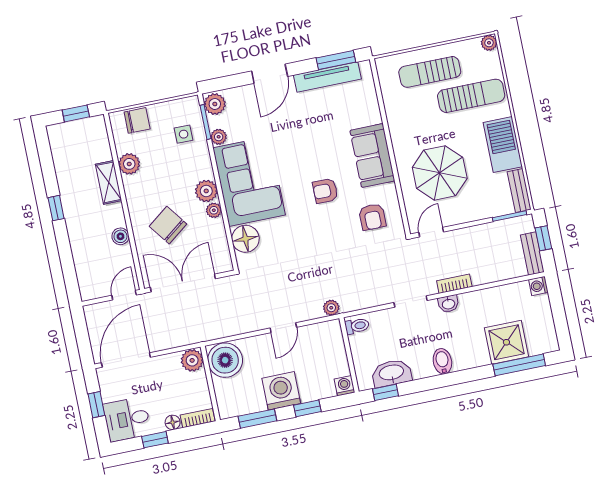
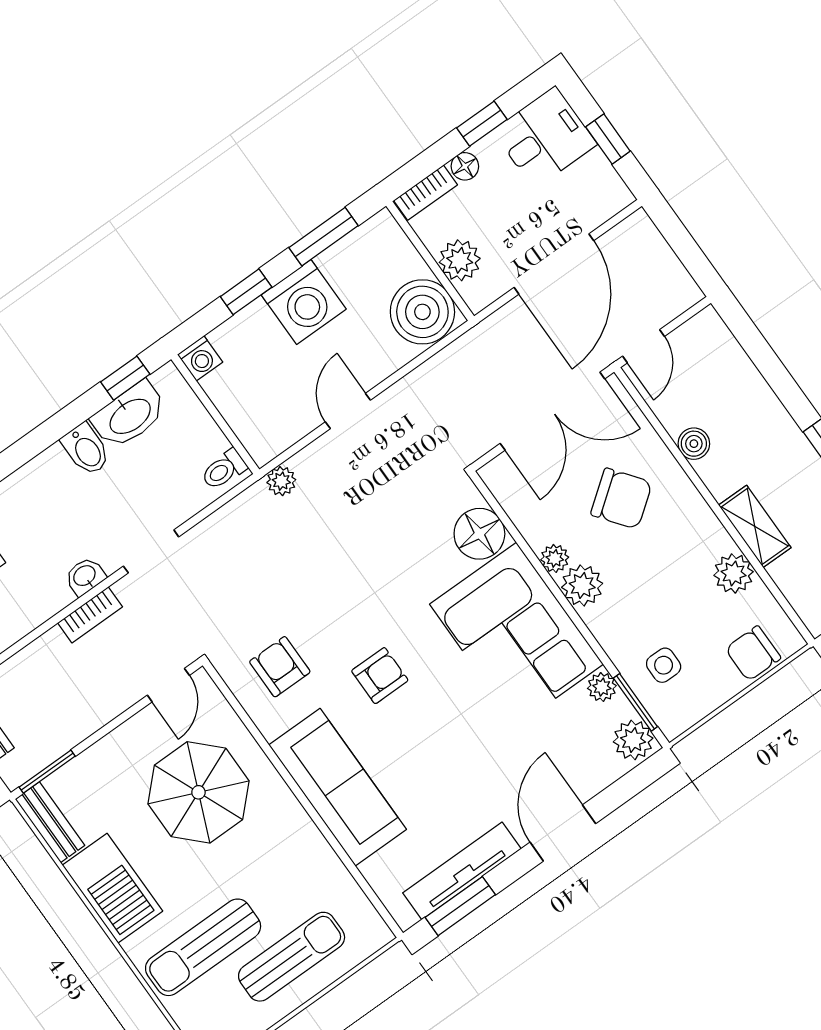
sofa: (372, 156) -> (338, 787), width x1.36
door: (126, 360) -> (554, 264), moved
plant: (192, 360) -> (460, 260), moved
bidet: (442, 361) -> (86, 449), moved

